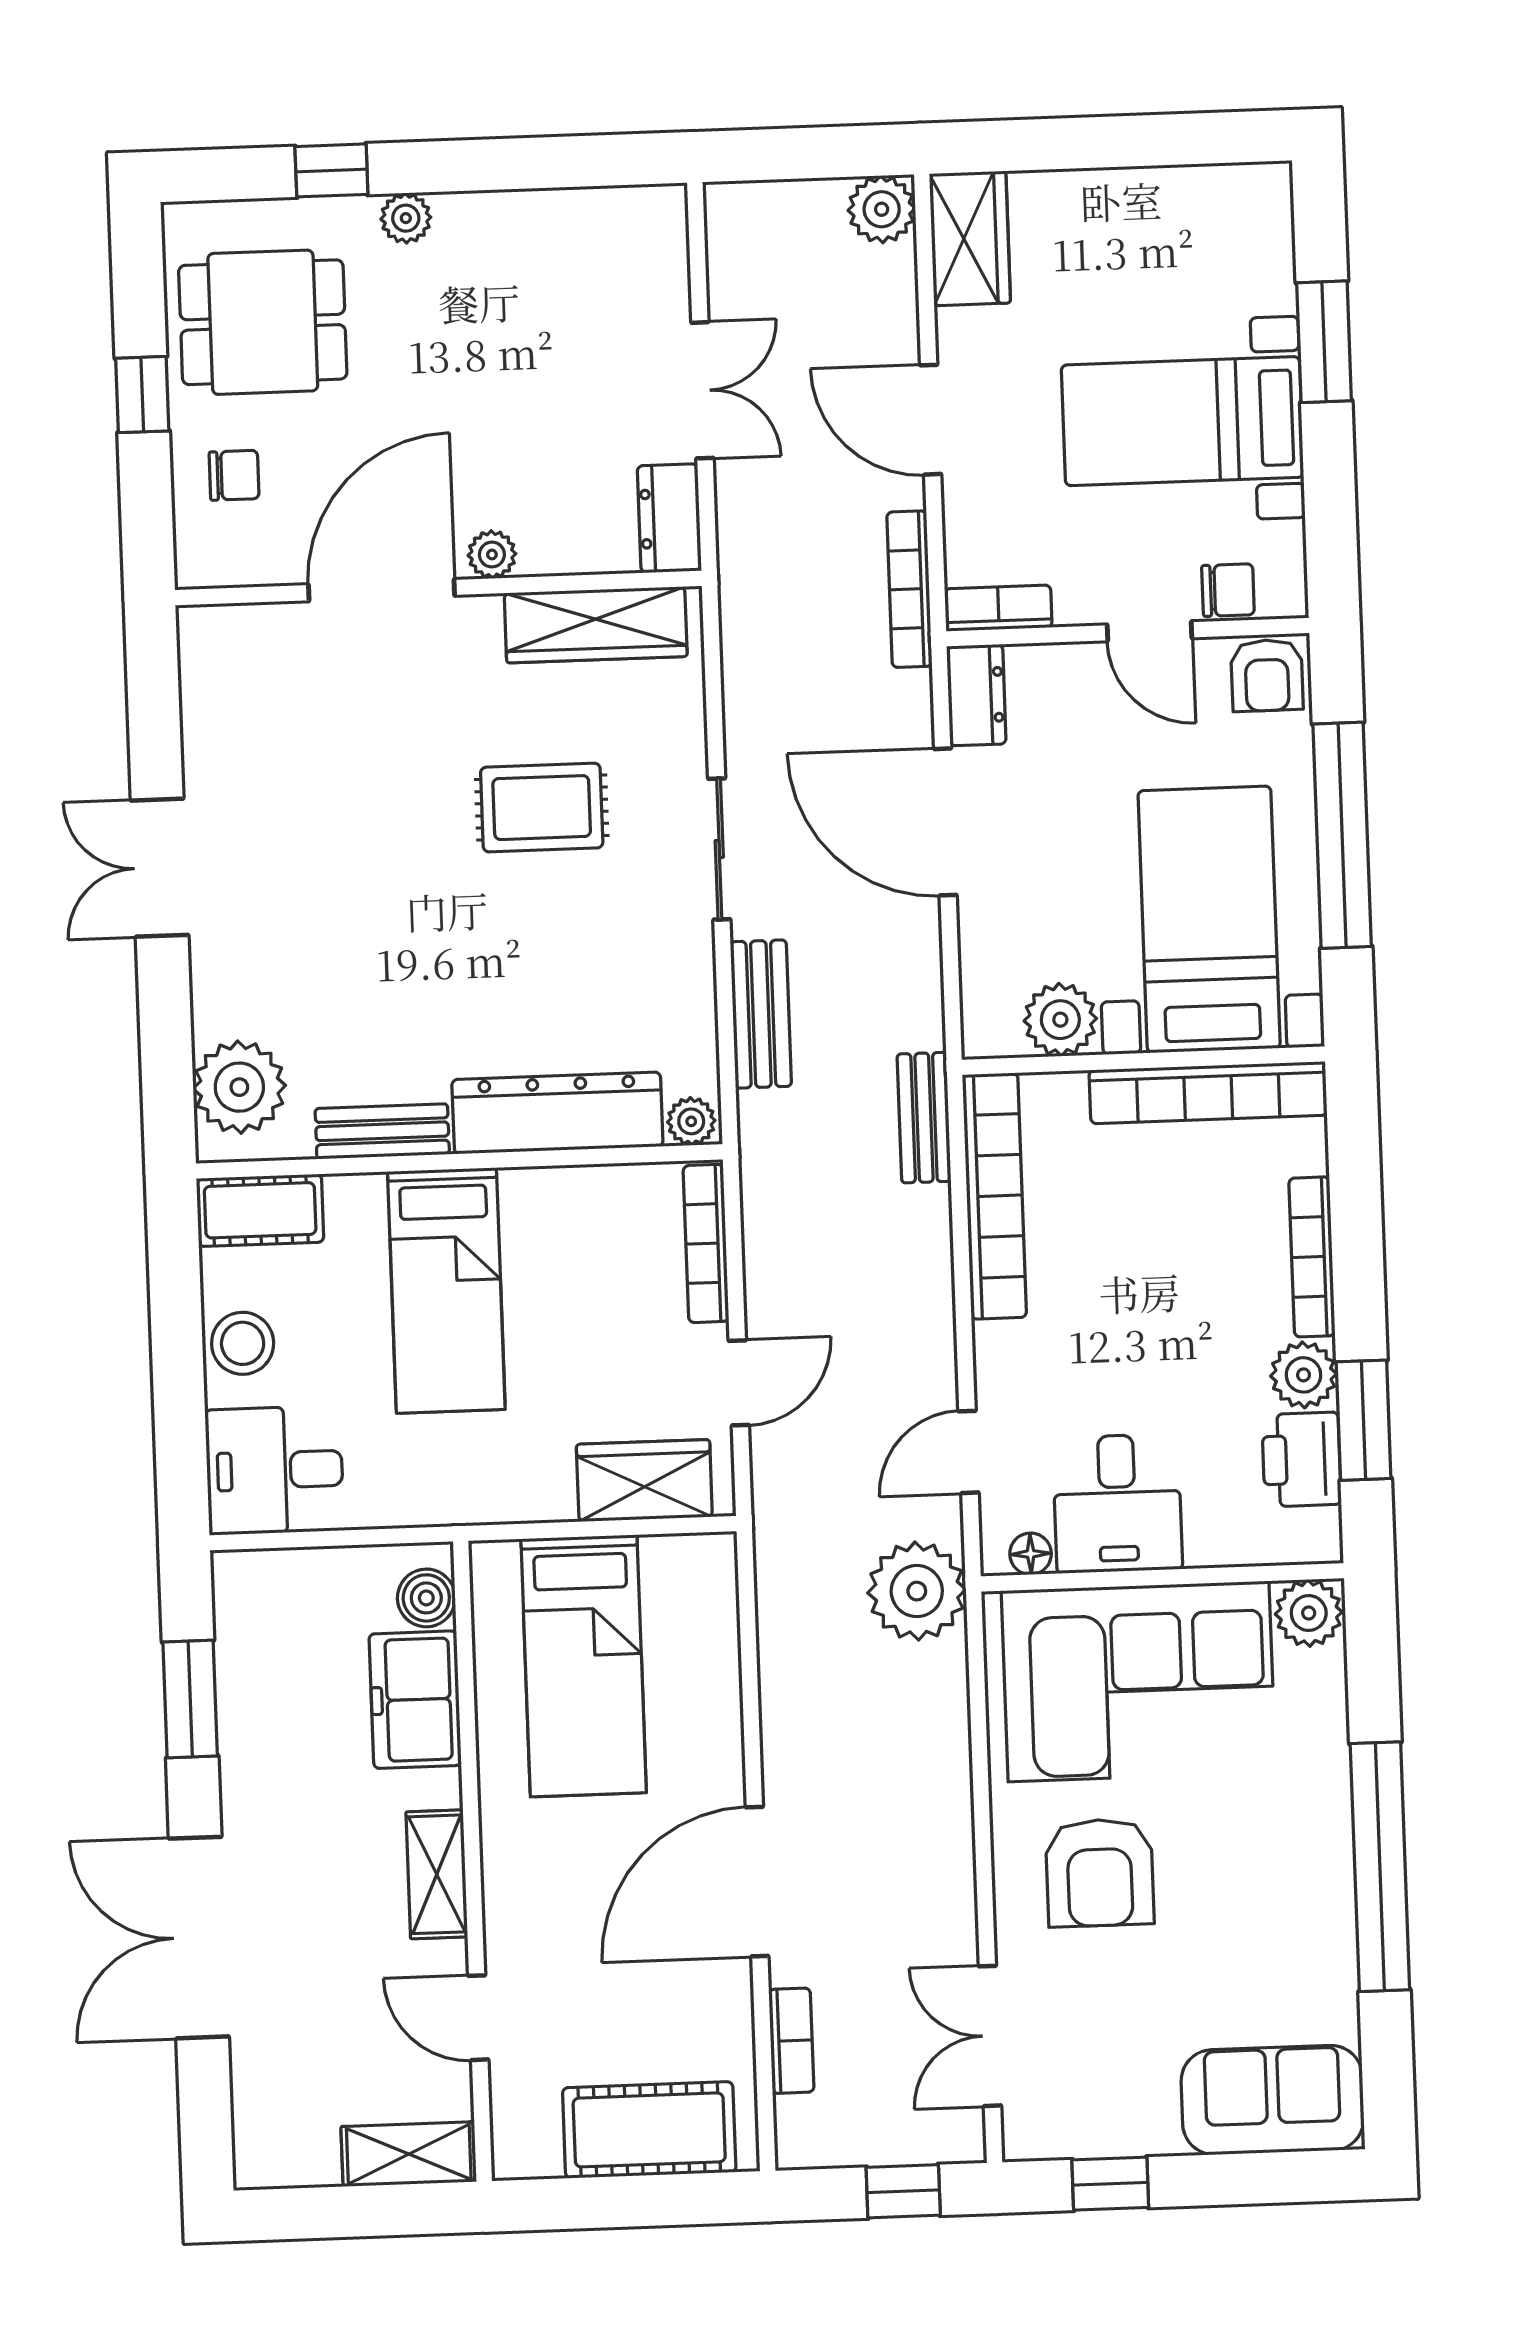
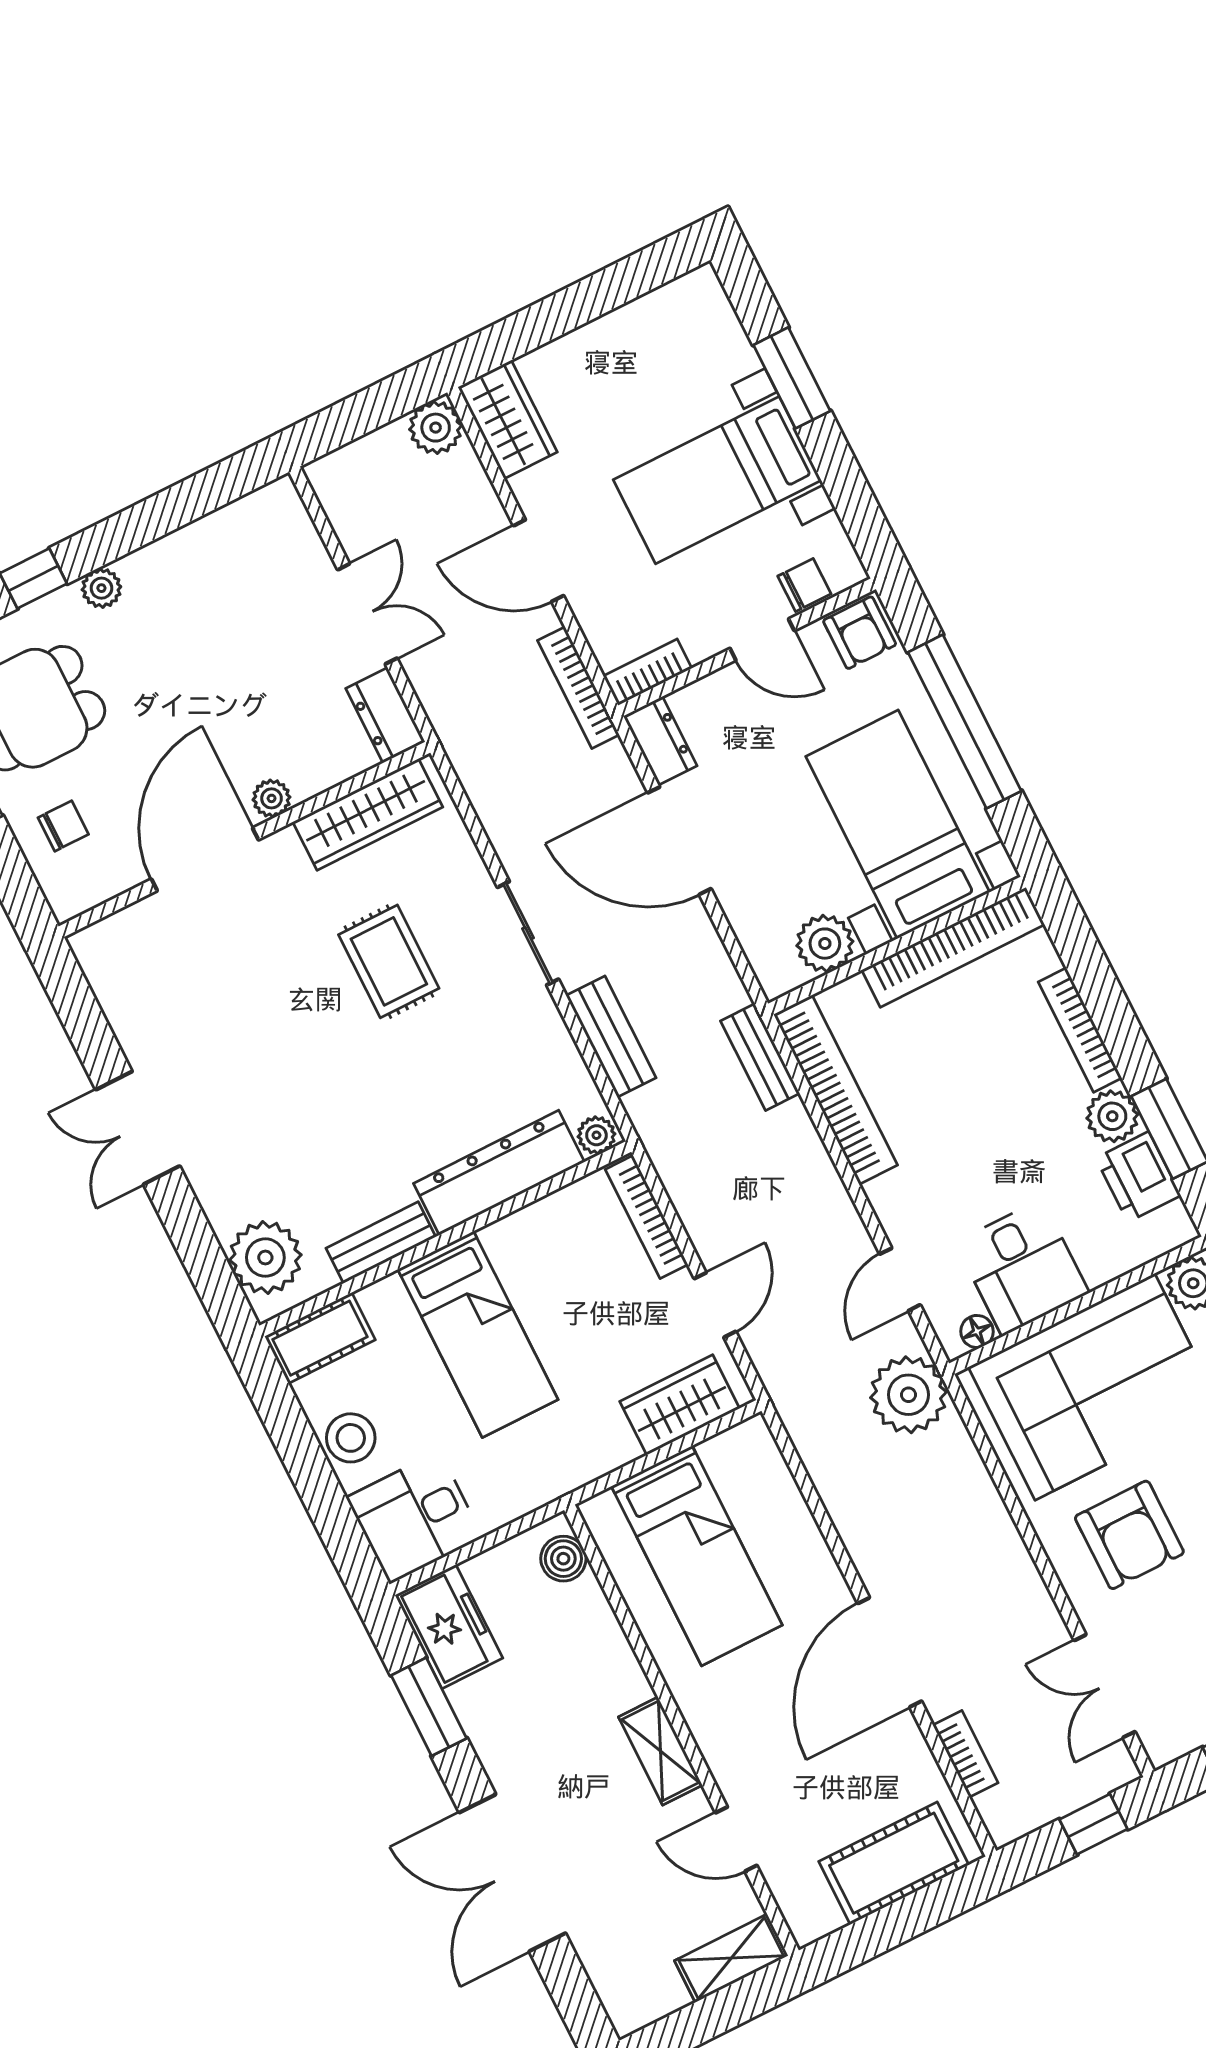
rug: (542, 808) -> (389, 961), turned 90
freezer: (415, 1700) -> (449, 1627), moved, turned 180

